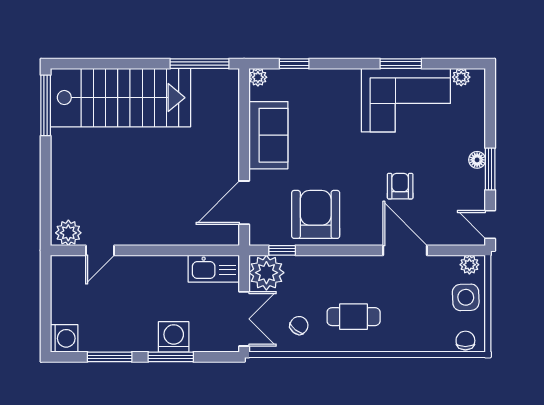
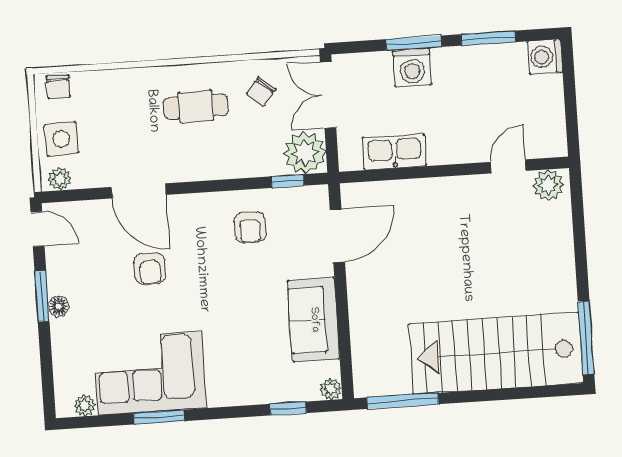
armchair: (316, 214) -> (250, 227), width x0.53, depth x0.53
kitchen sink: (214, 269) -> (394, 152), moved

